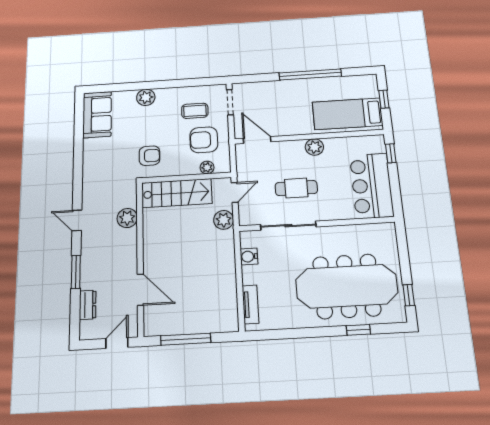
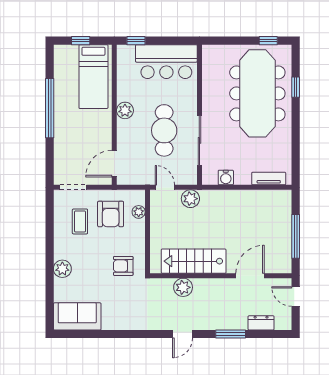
armchair: (149, 156) -> (123, 266), turned -90
cafe table: (296, 188) -> (164, 130), width x1.37, depth x1.35
stairs: (177, 193) -> (194, 261), moved, turned -90

